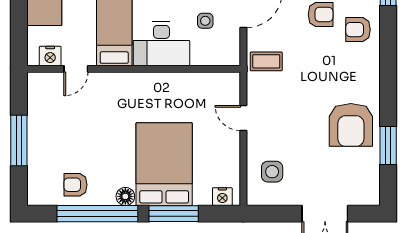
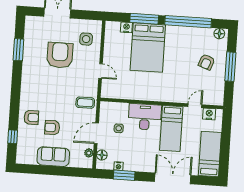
armchair: (351, 125) -> (60, 55), moved
armchair: (75, 185) -> (207, 62), moved, turned 110
floor lamp: (125, 196) -> (219, 34), moved
nightstand: (222, 197) -> (126, 27), moved

